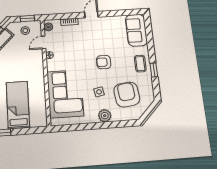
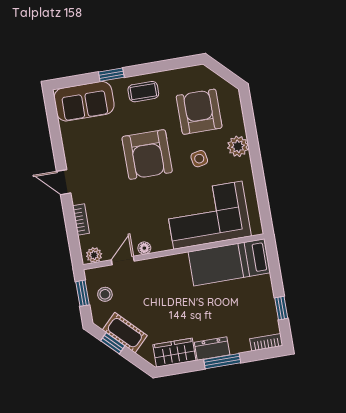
door: (44, 42) -> (123, 260), swing flipped
armchair: (104, 62) -> (147, 155), width x1.88, depth x1.88
window: (154, 70) -> (111, 75), moved
armchair: (127, 95) -> (199, 112), turned 97
bed: (18, 105) -> (229, 262), moved

